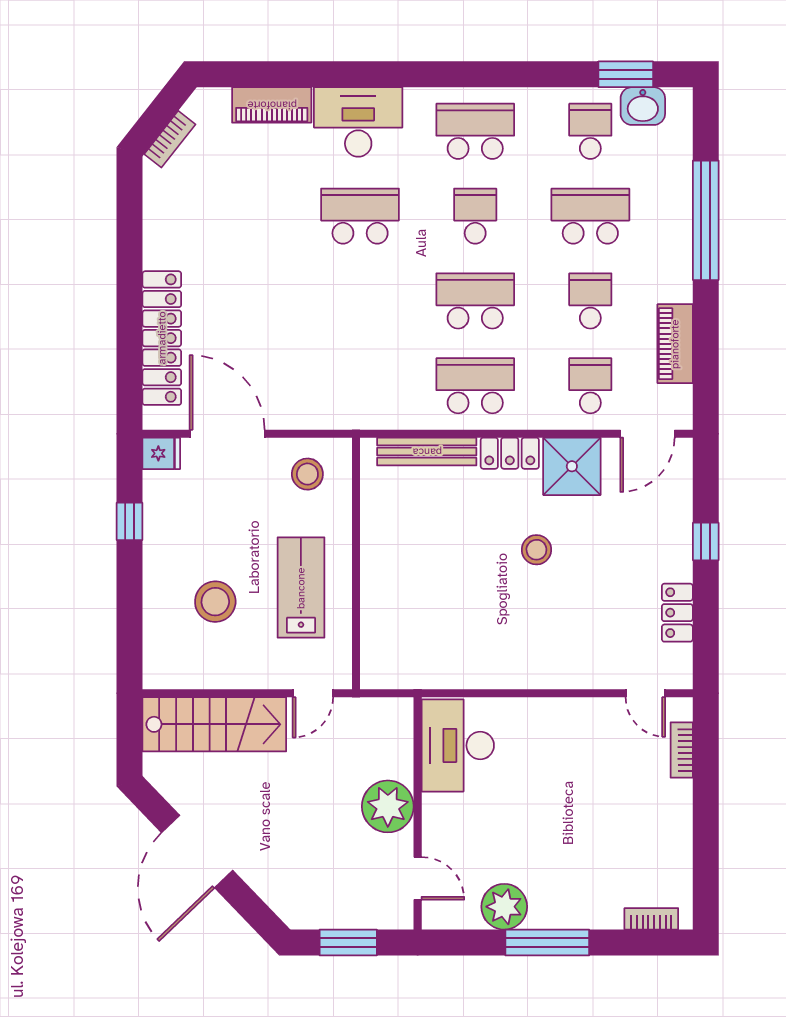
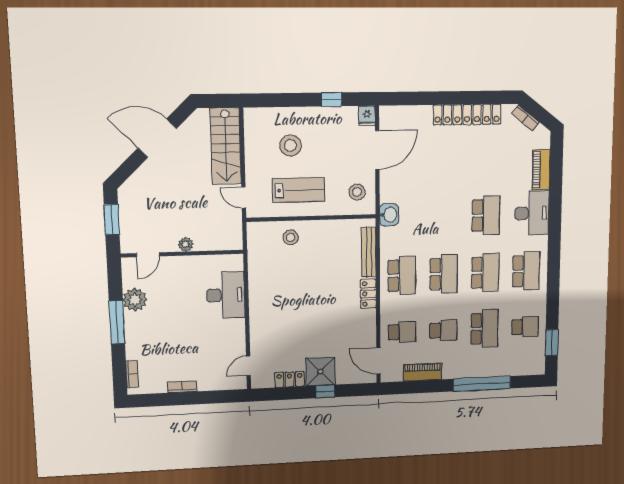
washbasin: (643, 106) -> (389, 215), moved, turned 180
school desk: (475, 216) -> (485, 272), width x1.85
locker: (162, 338) -> (467, 115), moved
shower: (572, 466) -> (320, 372), moved
stool: (536, 550) -> (291, 237), moved
desk: (458, 745) -> (226, 295), moved, turned 90
bookcase: (682, 750) -> (182, 387), moved
plant: (388, 806) -> (186, 244), width x0.53, depth x0.53

